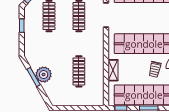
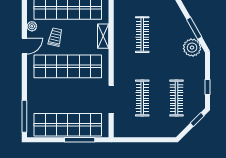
plant: (44, 75) -> (192, 48), moved

